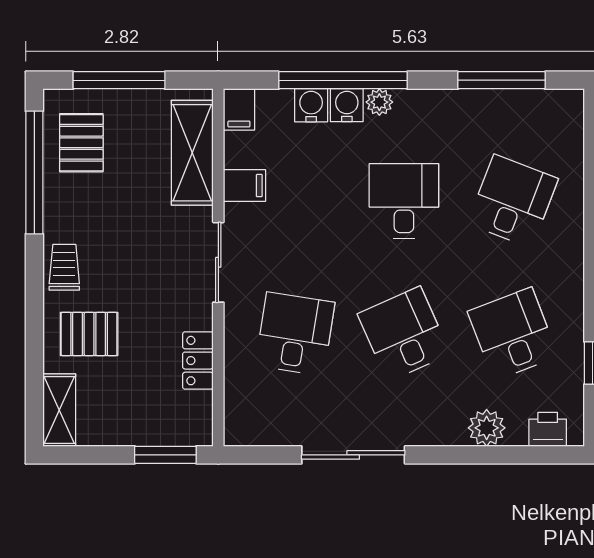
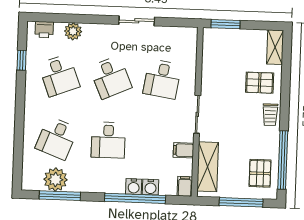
plant: (379, 102) -> (56, 180), moved, width x1.88, depth x1.88
locker: (198, 361) -> (209, 68), removed
sliding door: (353, 455) -> (137, 21), width x0.73

